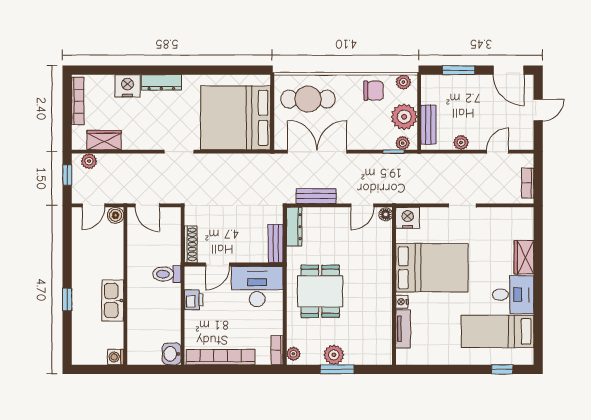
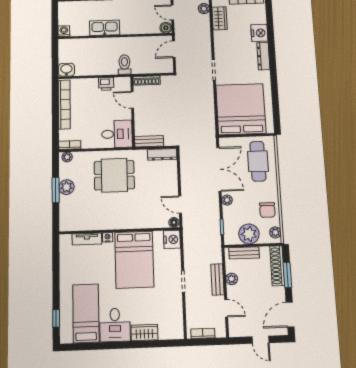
shoe rack: (446, 83) -> (277, 266), added
plant: (403, 143) -> (227, 200), moved
bench: (316, 196) -> (217, 279), moved
desk: (257, 287) -> (117, 134), width x0.73

